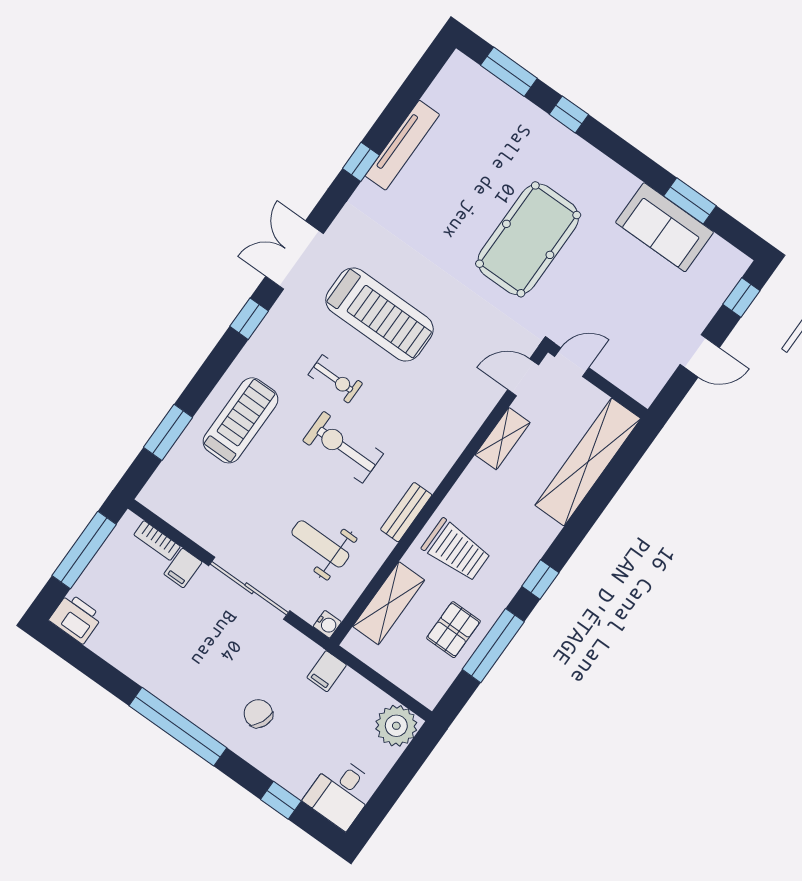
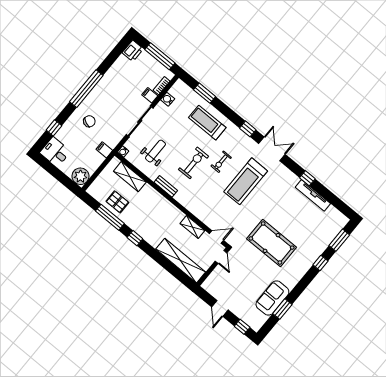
door: (523, 377) -> (216, 237), hinge flipped
treadmill: (240, 420) -> (207, 123), turned 180
water cooler: (190, 523) -> (168, 99), added
trolley: (456, 550) -> (149, 205), removed

